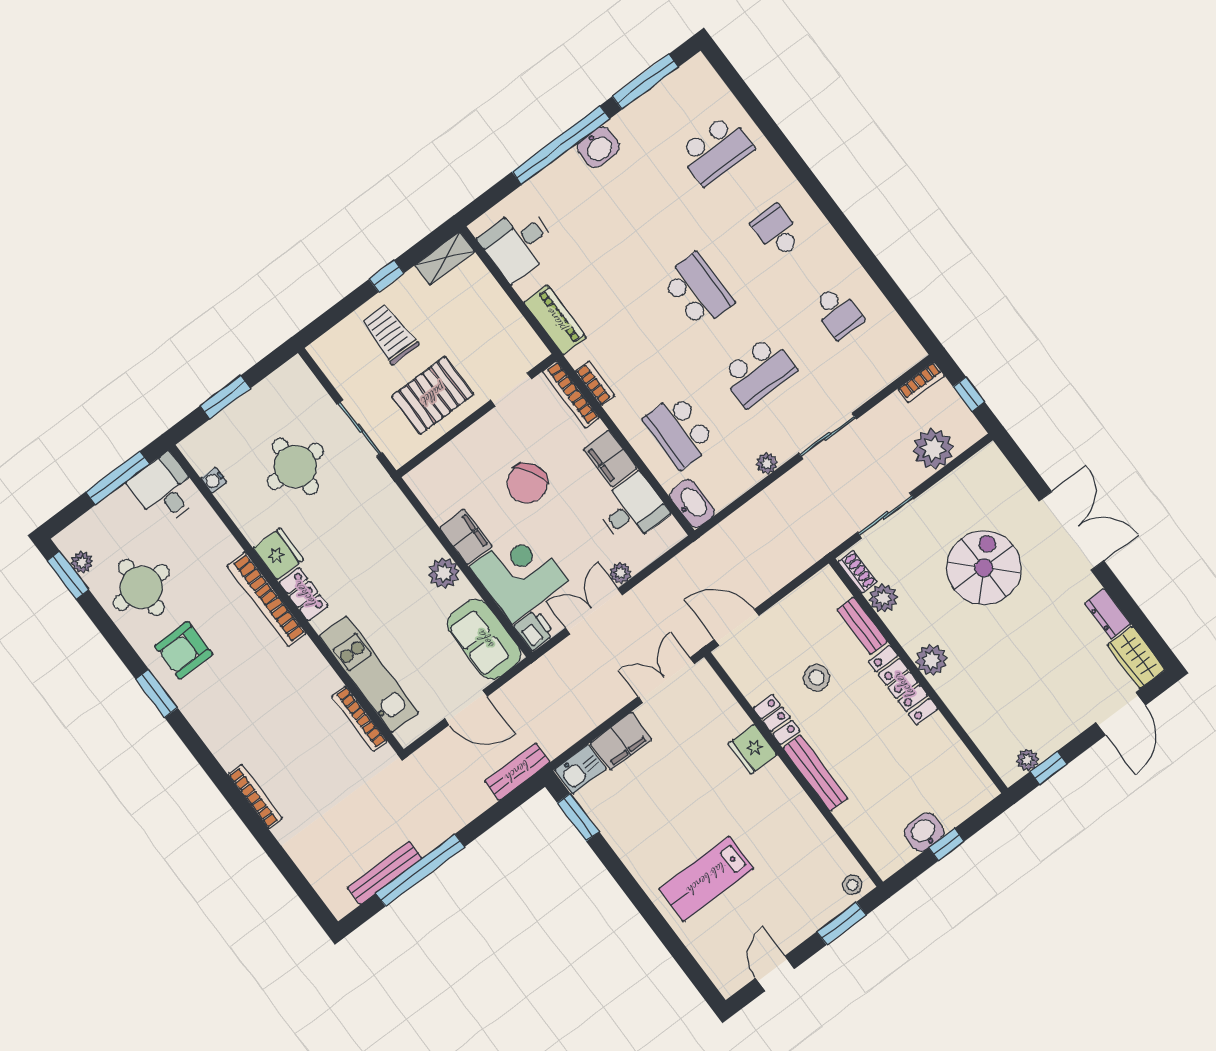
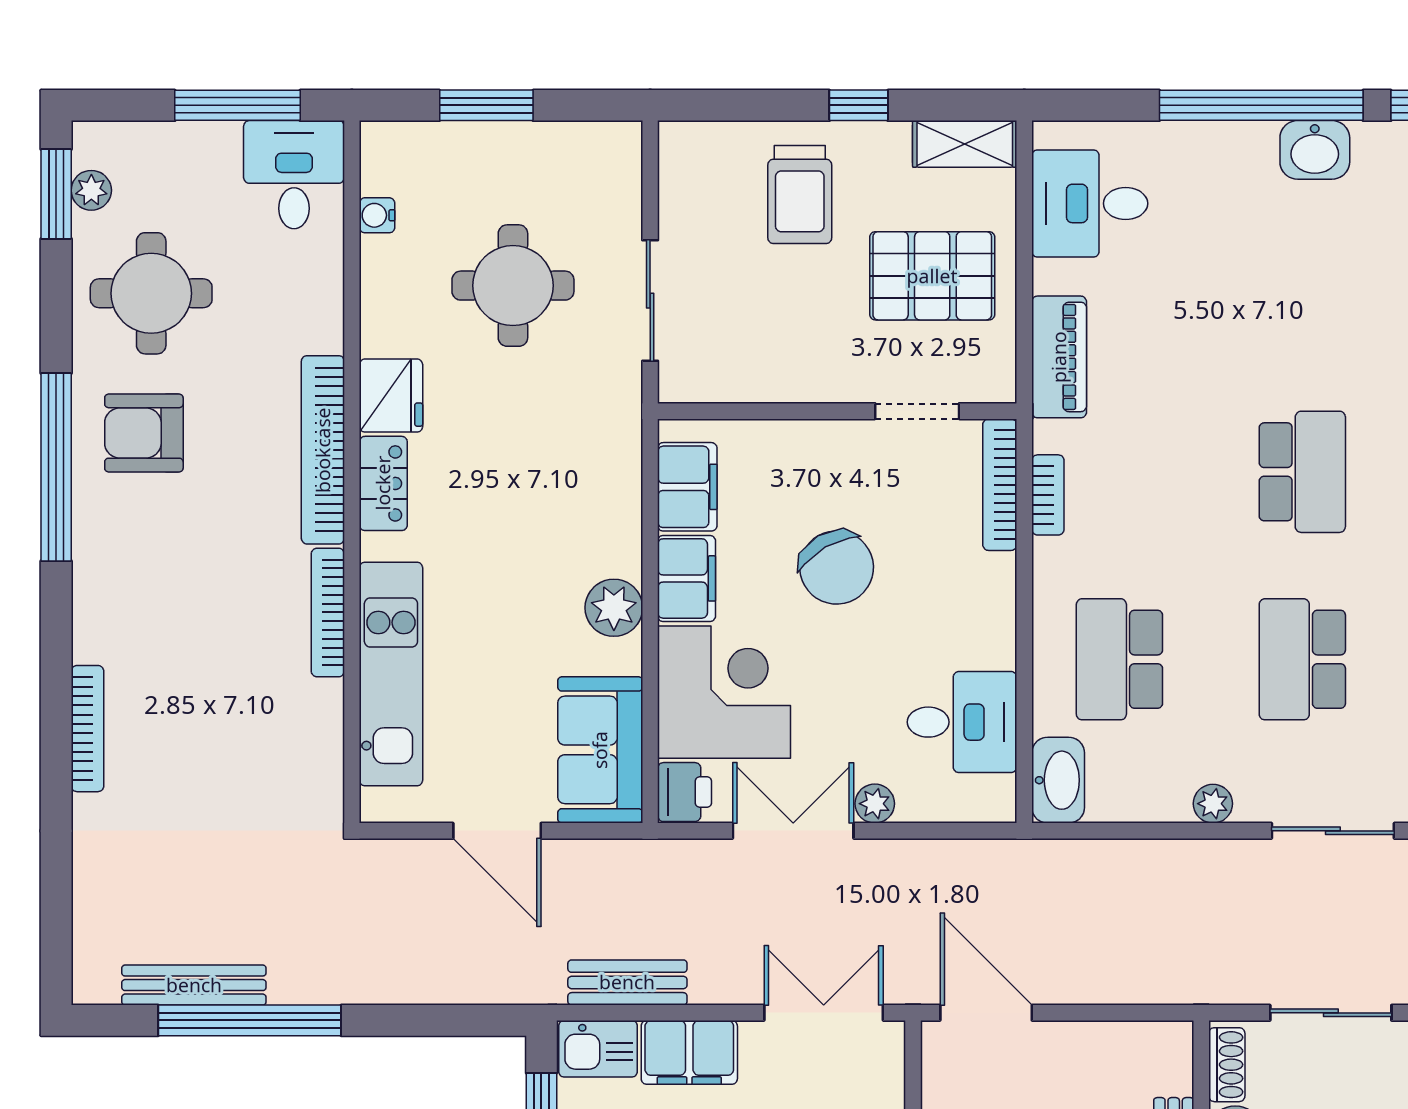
trolley: (390, 334) -> (800, 194), turned 180
school desk: (759, 372) -> (1302, 659), turned 90
pallet: (433, 395) -> (932, 276), moved
filing cabinet: (610, 458) -> (687, 487), moved, turned 180
chair: (527, 483) -> (837, 567), turned -91
window: (157, 694) -> (56, 467), width x2.11
bookcase: (359, 719) -> (328, 612), moved
bench: (517, 772) -> (627, 982), moved

